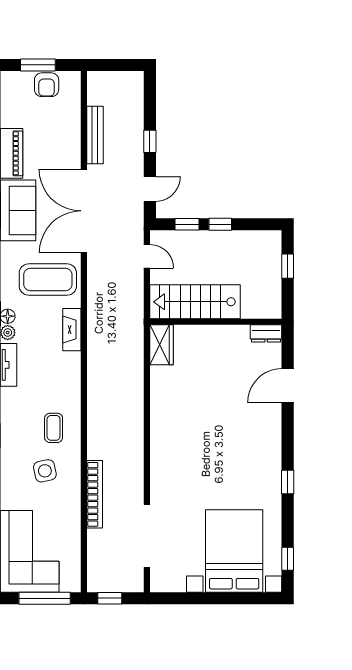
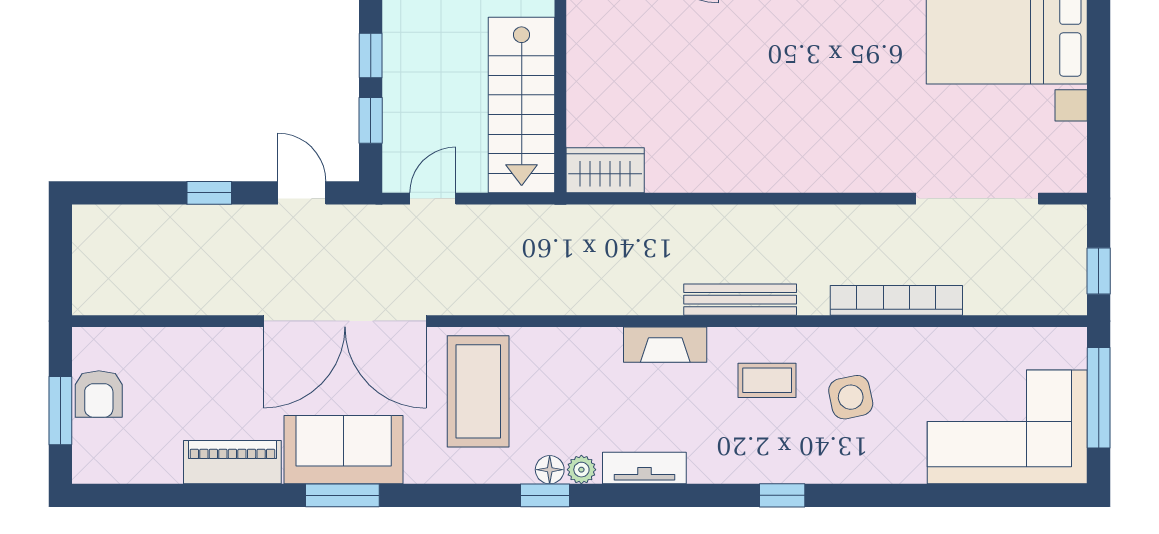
armchair: (47, 85) -> (99, 394), turned 90
bench: (95, 135) -> (740, 300), moved
fireplace: (72, 330) -> (665, 345), moved

